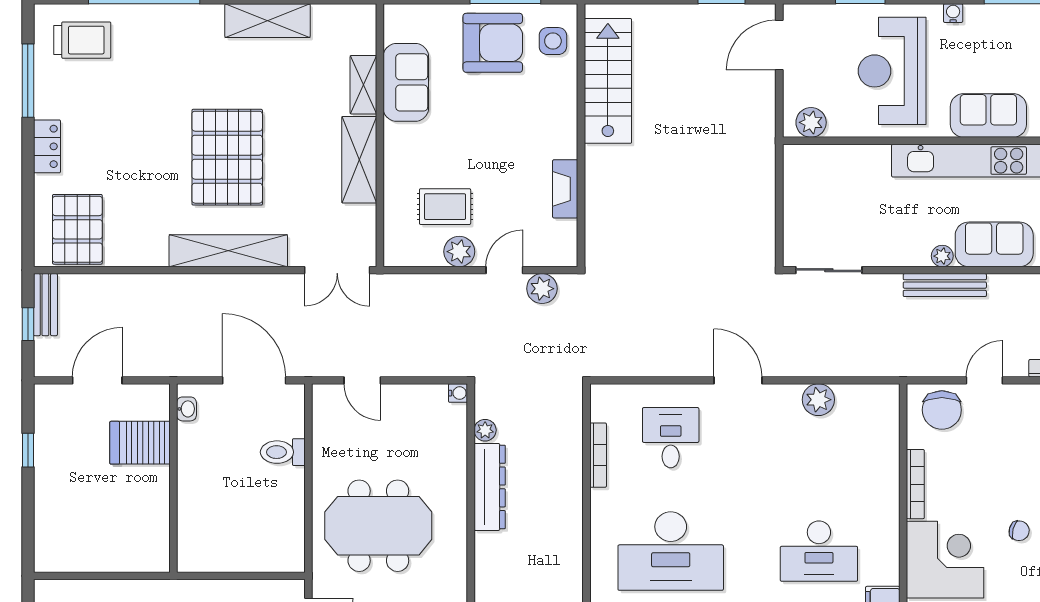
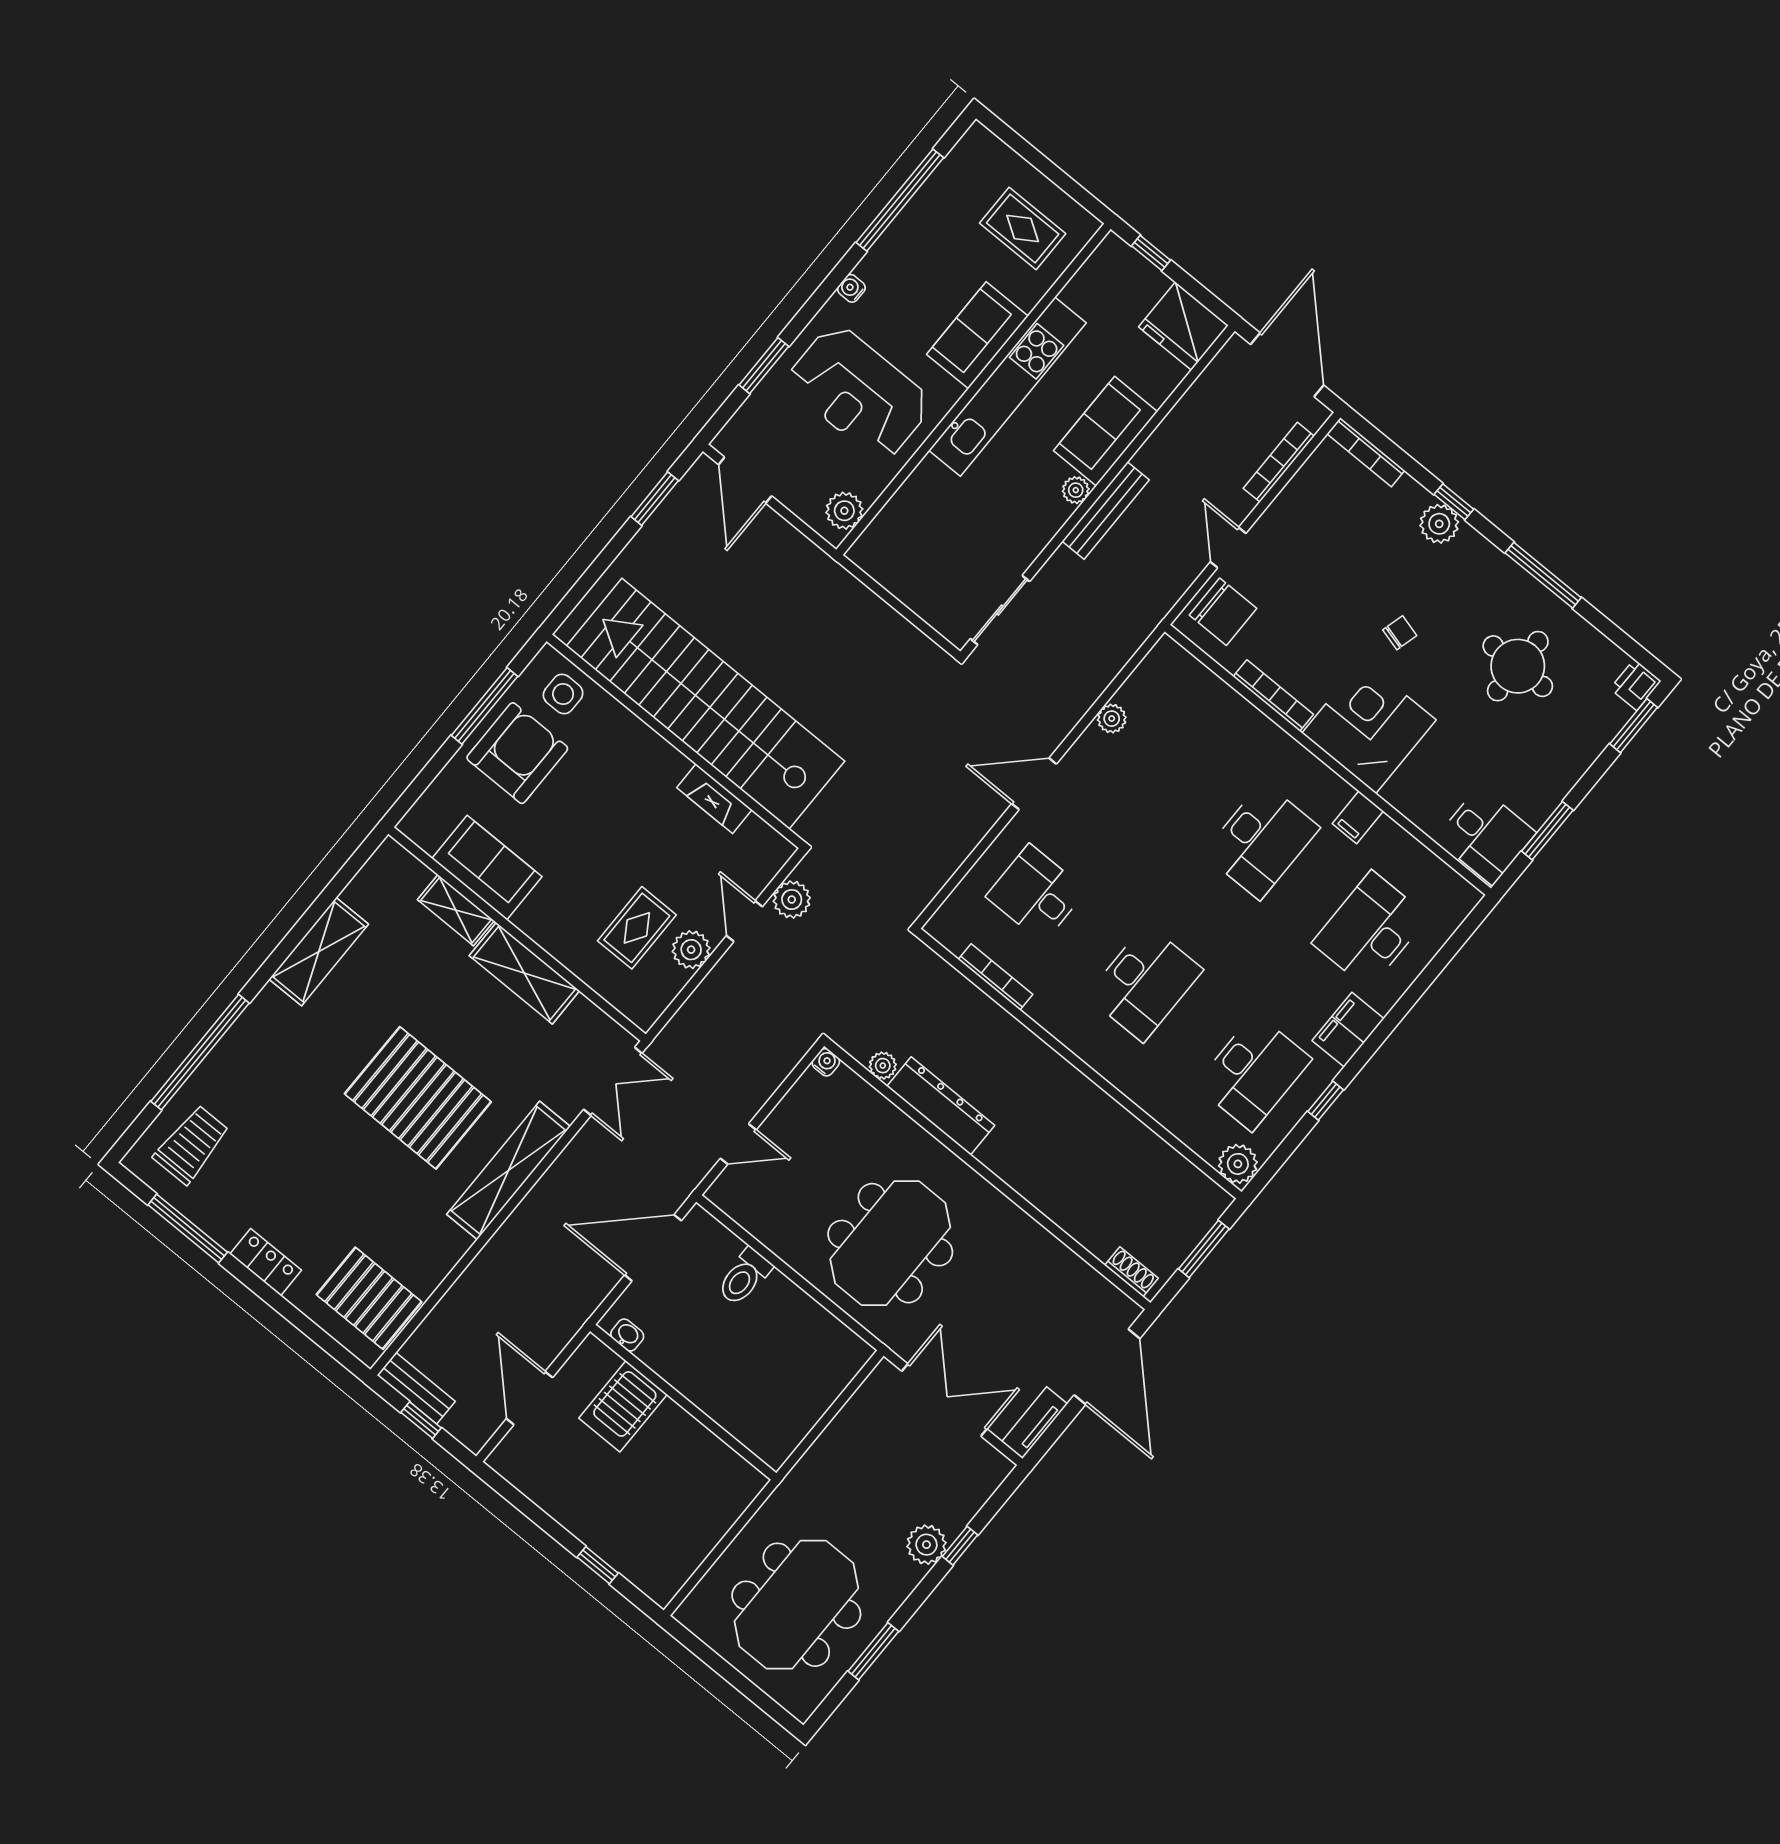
stairs: (608, 81) -> (705, 704), width x1.86, depth x1.51
plant: (818, 400) -> (1112, 719), width x0.73, depth x0.73
window: (28, 450) -> (598, 1565), moved
desk: (671, 551) -> (1145, 983), width x0.73, depth x0.77

